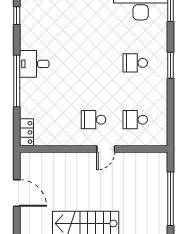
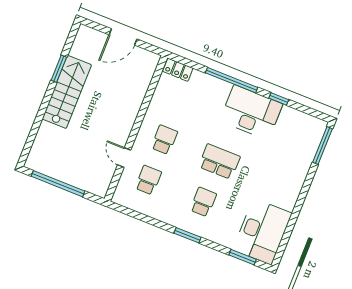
window: (17, 16) -> (279, 99), moved
school desk: (94, 63) -> (219, 162), added
desk: (34, 64) -> (251, 112), width x1.87, depth x1.30
door: (106, 149) -> (124, 158), moved

